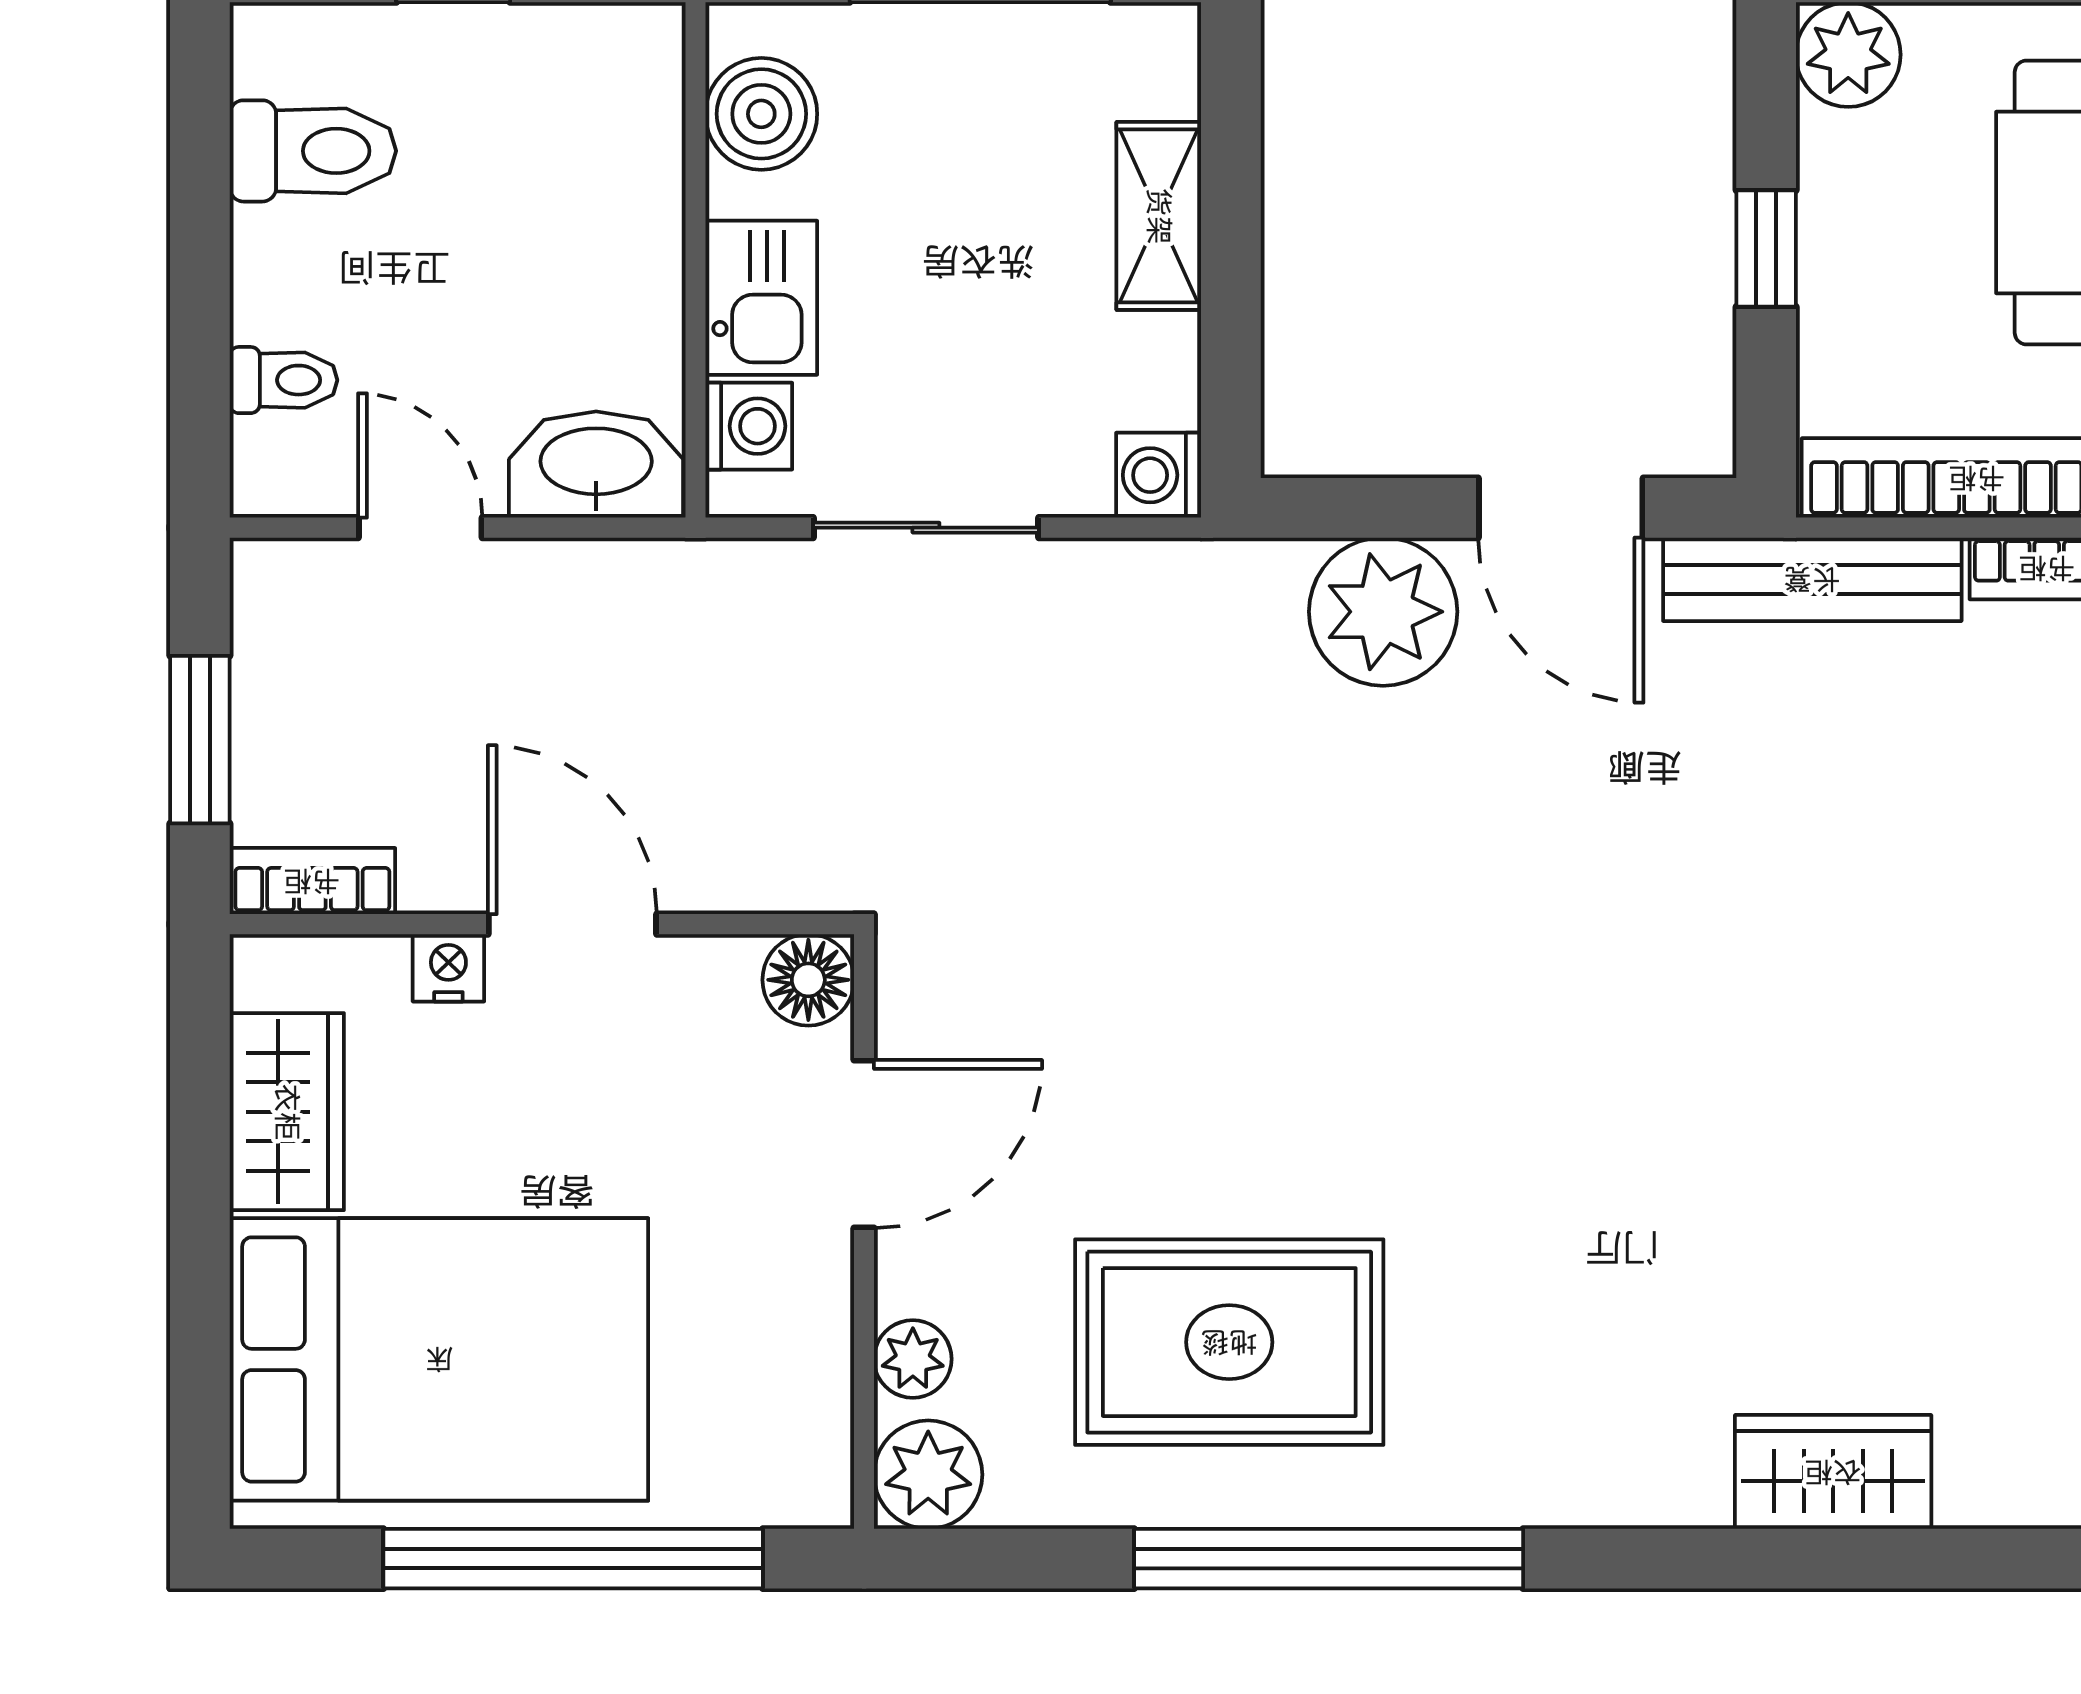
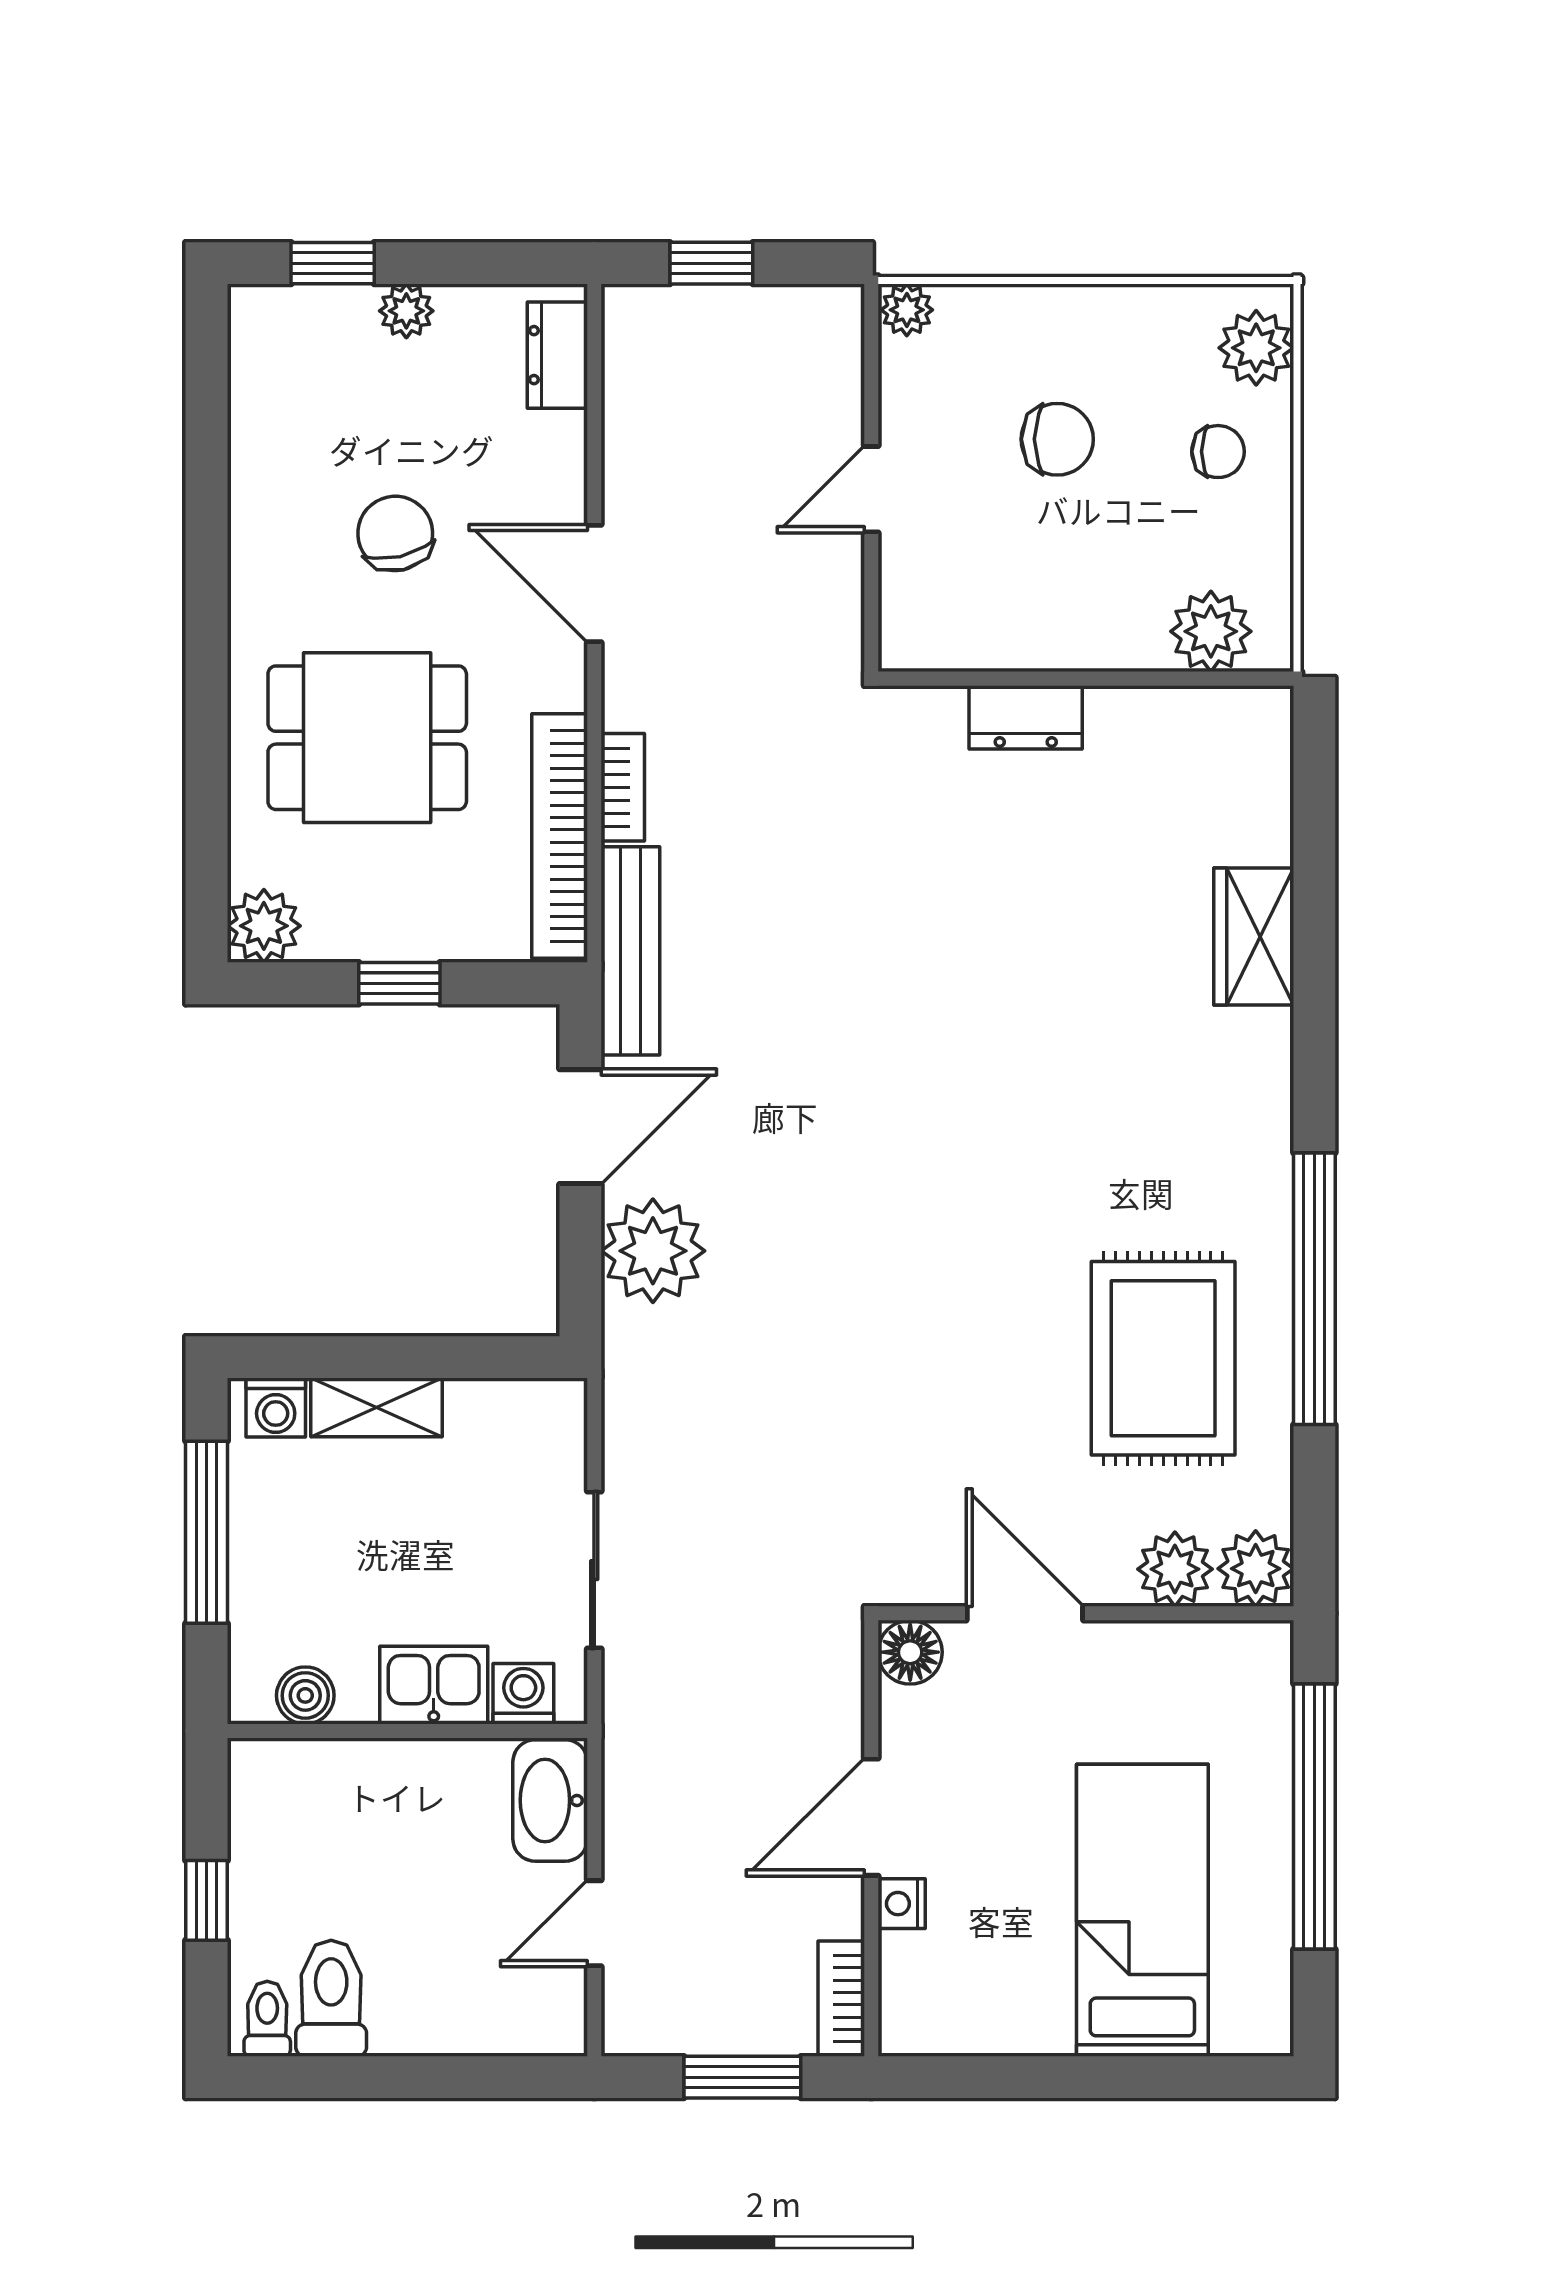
boiler: (761, 114) -> (305, 1695), width x0.73, depth x0.73
toilet: (283, 380) -> (267, 2019), moved
washing machine: (1159, 475) -> (276, 1408), moved
wardrobe: (287, 1112) -> (1002, 2016), removed
bed: (439, 1359) -> (1142, 1910), width x0.67
plant: (913, 1359) -> (1175, 1569), width x1.38, depth x1.38

